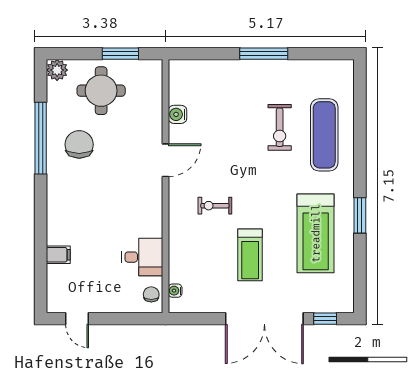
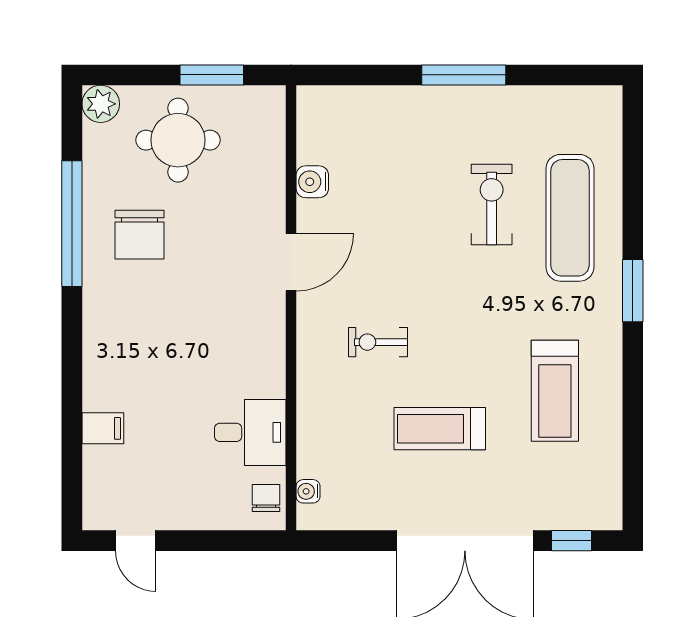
exercise bike: (280, 127) -> (492, 204), turned 180
chair: (79, 144) -> (139, 235), turned 180
window: (360, 215) -> (633, 291), moved
treadmill: (316, 233) -> (555, 391), width x0.73, depth x0.73
treadmill: (250, 255) -> (440, 429), turned 90

